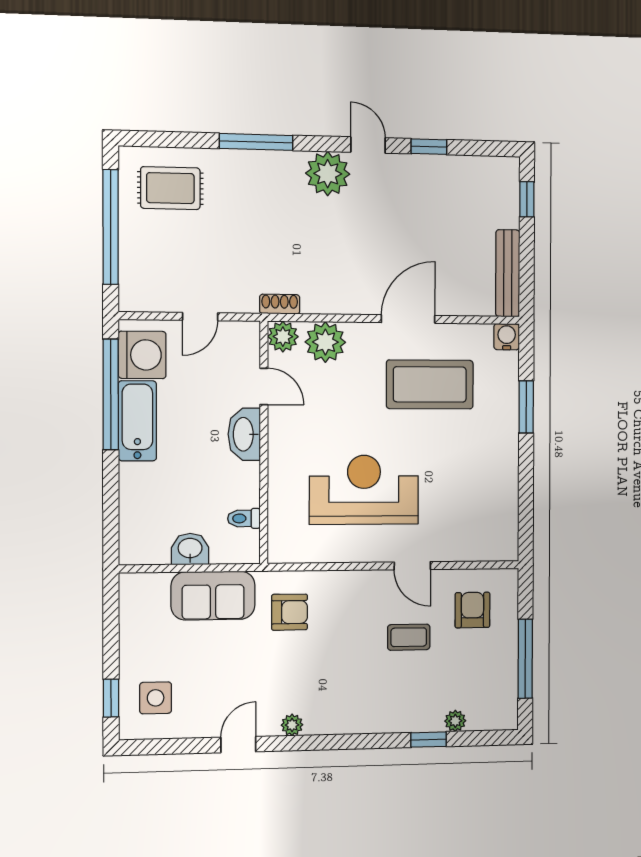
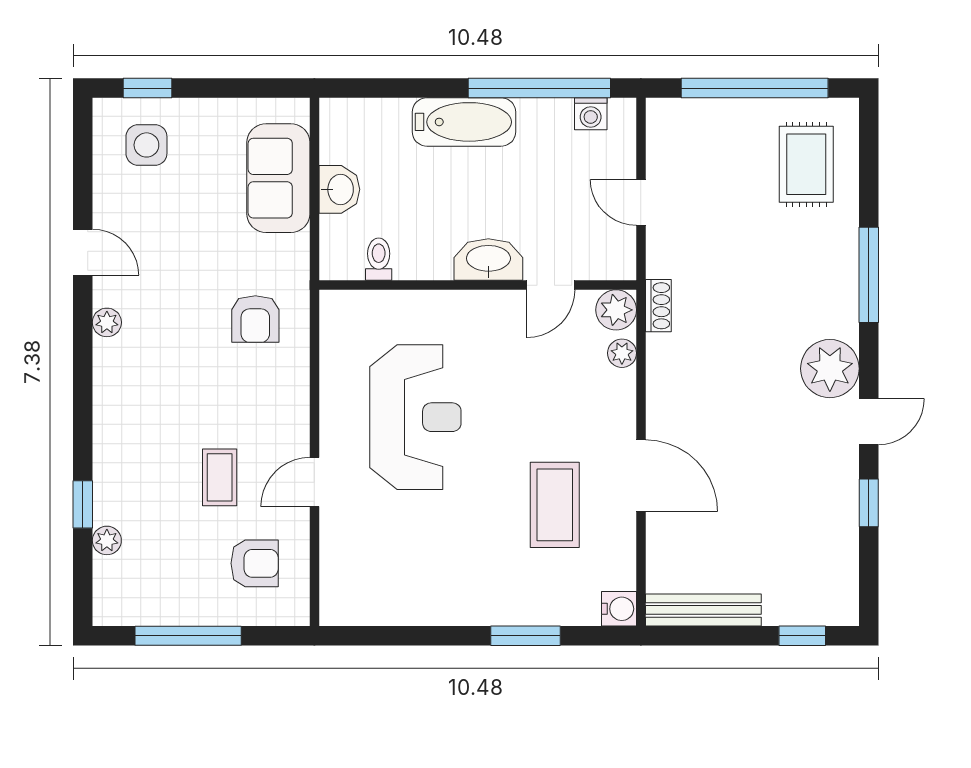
plant: (325, 342) -> (622, 353), width x0.53, depth x0.53
washing machine: (142, 355) -> (591, 114), width x0.53, depth x0.53
coffee table: (430, 384) -> (555, 505), width x0.73, depth x0.76
bathtub: (137, 421) -> (464, 122), moved
sofa: (213, 596) -> (278, 178), moved

